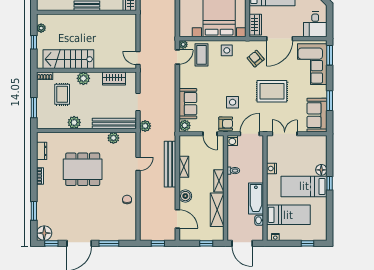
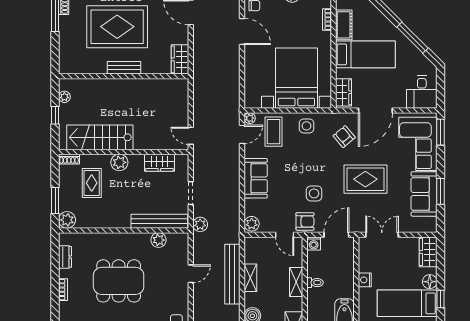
sofa: (188, 104) -> (256, 178), moved
sofa: (317, 115) -> (424, 194), moved
plant: (74, 122) -> (67, 220), moved
wardrobe: (320, 147) -> (428, 252), added
shelving: (219, 181) -> (296, 282), moved

